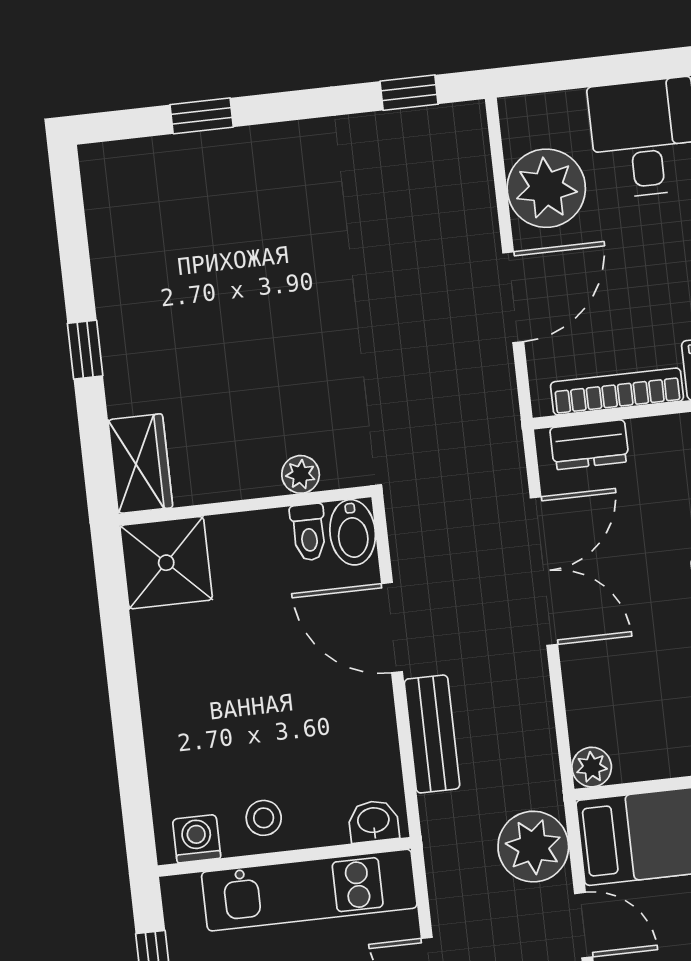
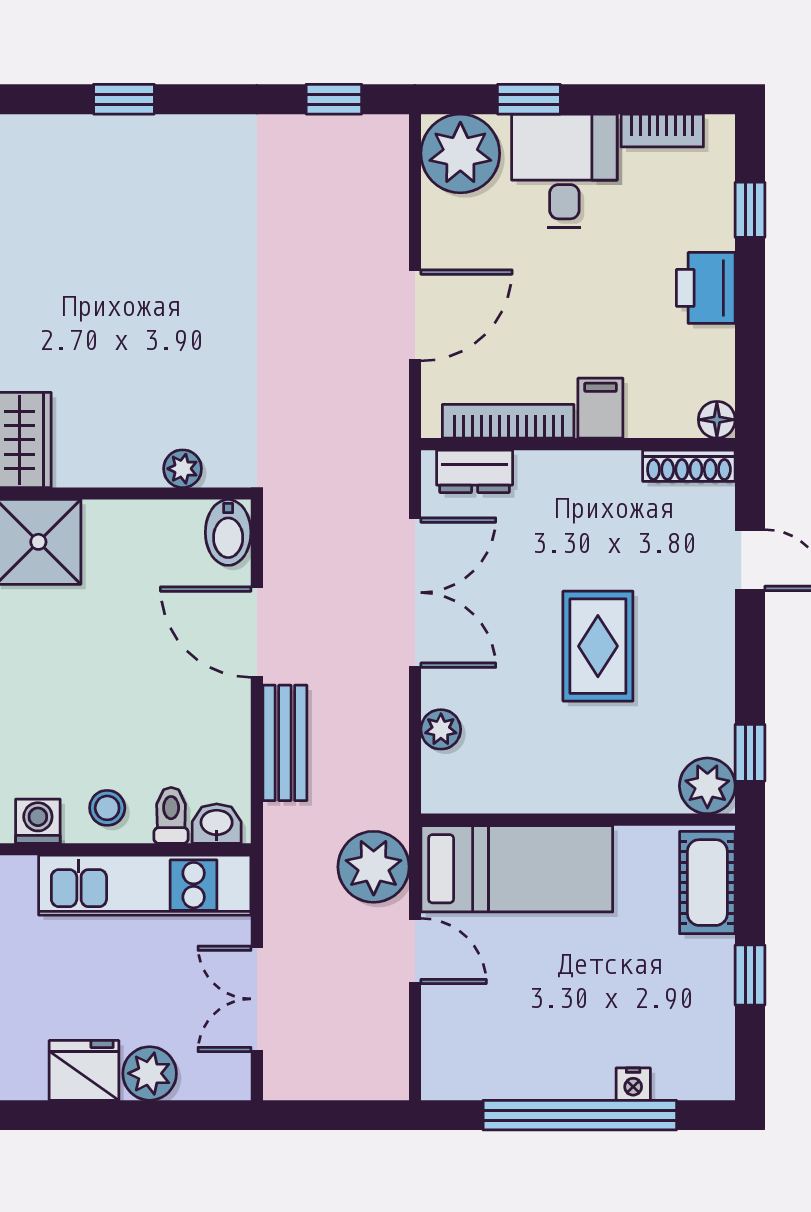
window: (602, 71) -> (529, 99), added
plant: (546, 188) -> (460, 153), moved
toilet: (309, 532) -> (171, 815), moved, turned 180
plant: (592, 767) -> (441, 729), moved

